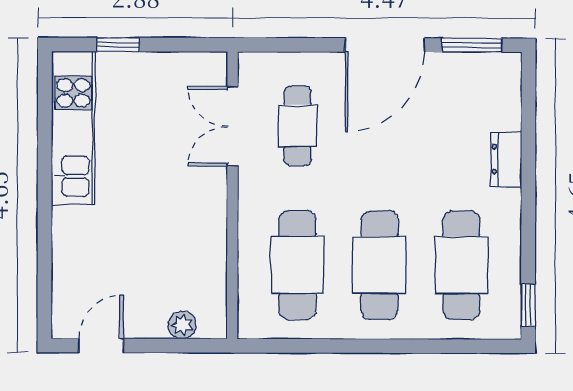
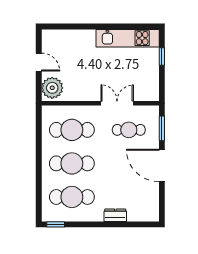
window: (472, 45) -> (162, 128), moved
double door: (233, 126) -> (117, 103), moved
plant: (182, 325) -> (52, 88), width x1.88, depth x1.88
door: (101, 346) -> (39, 62), moved

